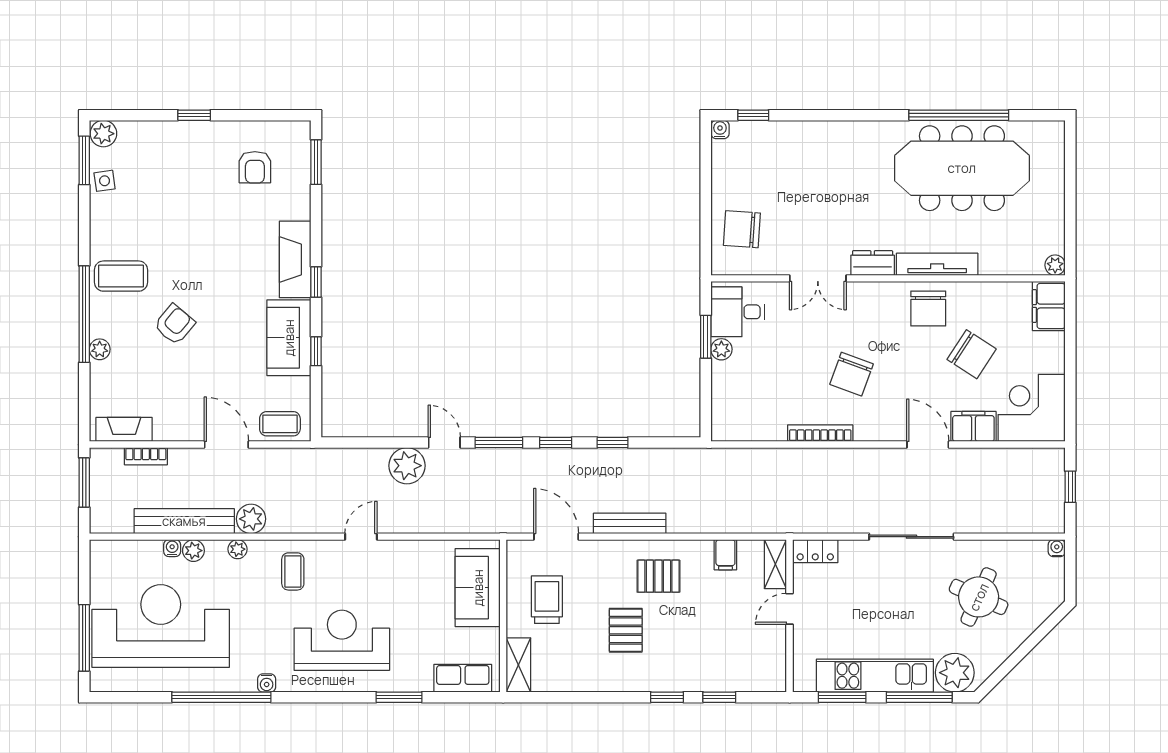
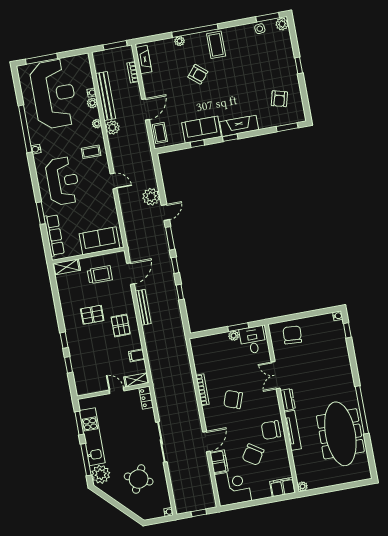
window: (959, 115) -> (362, 410), moved
armchair: (255, 167) -> (279, 99), turned -75
row of seats: (463, 678) -> (54, 235), width x1.48

